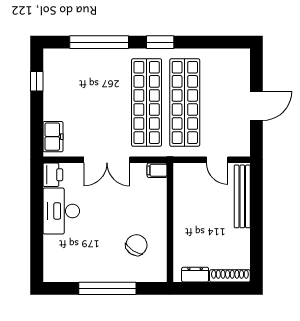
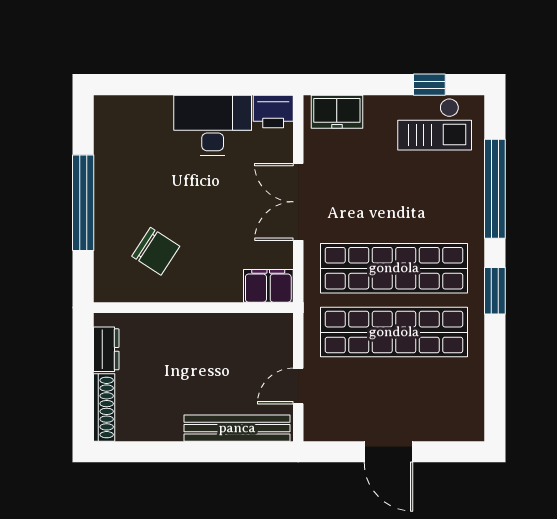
checkout: (60, 78) -> (435, 124), added
filing cabinet: (157, 170) -> (268, 286), width x2.00

